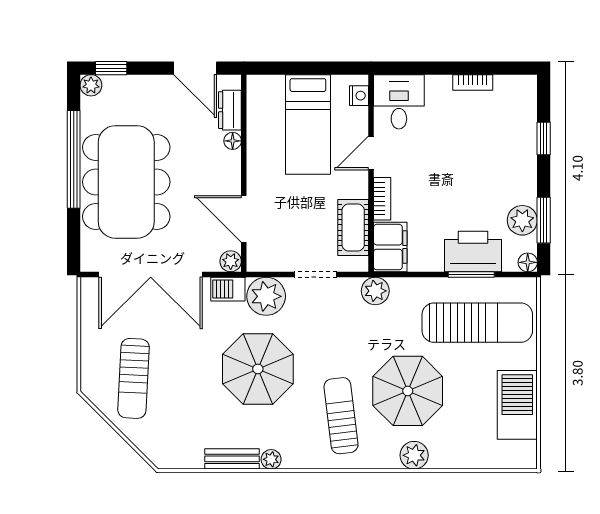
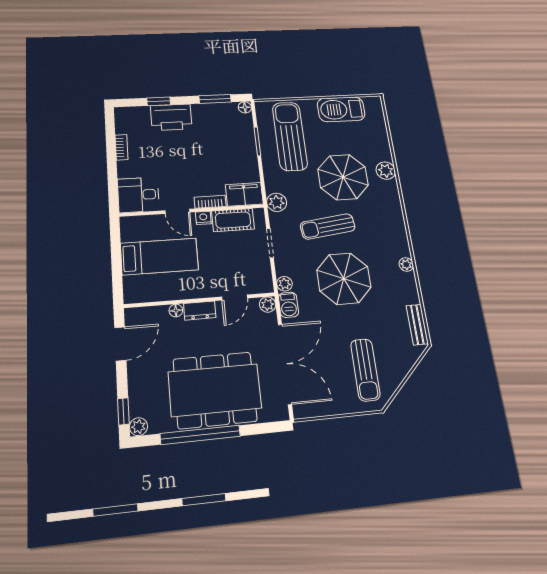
nightstand: (359, 96) -> (203, 218), moved
dresser: (230, 110) -> (200, 311), moved
door: (244, 219) -> (235, 297), width x0.73
plant: (522, 220) -> (216, 112), removed
printer: (473, 252) -> (171, 117), moved, turned -90
plant: (266, 296) -> (284, 284), width x0.53, depth x0.53
sun lounger: (133, 378) -> (365, 370), turned 87
sun lounger: (341, 416) -> (328, 226), moved
bench: (232, 459) -> (417, 325), moved

